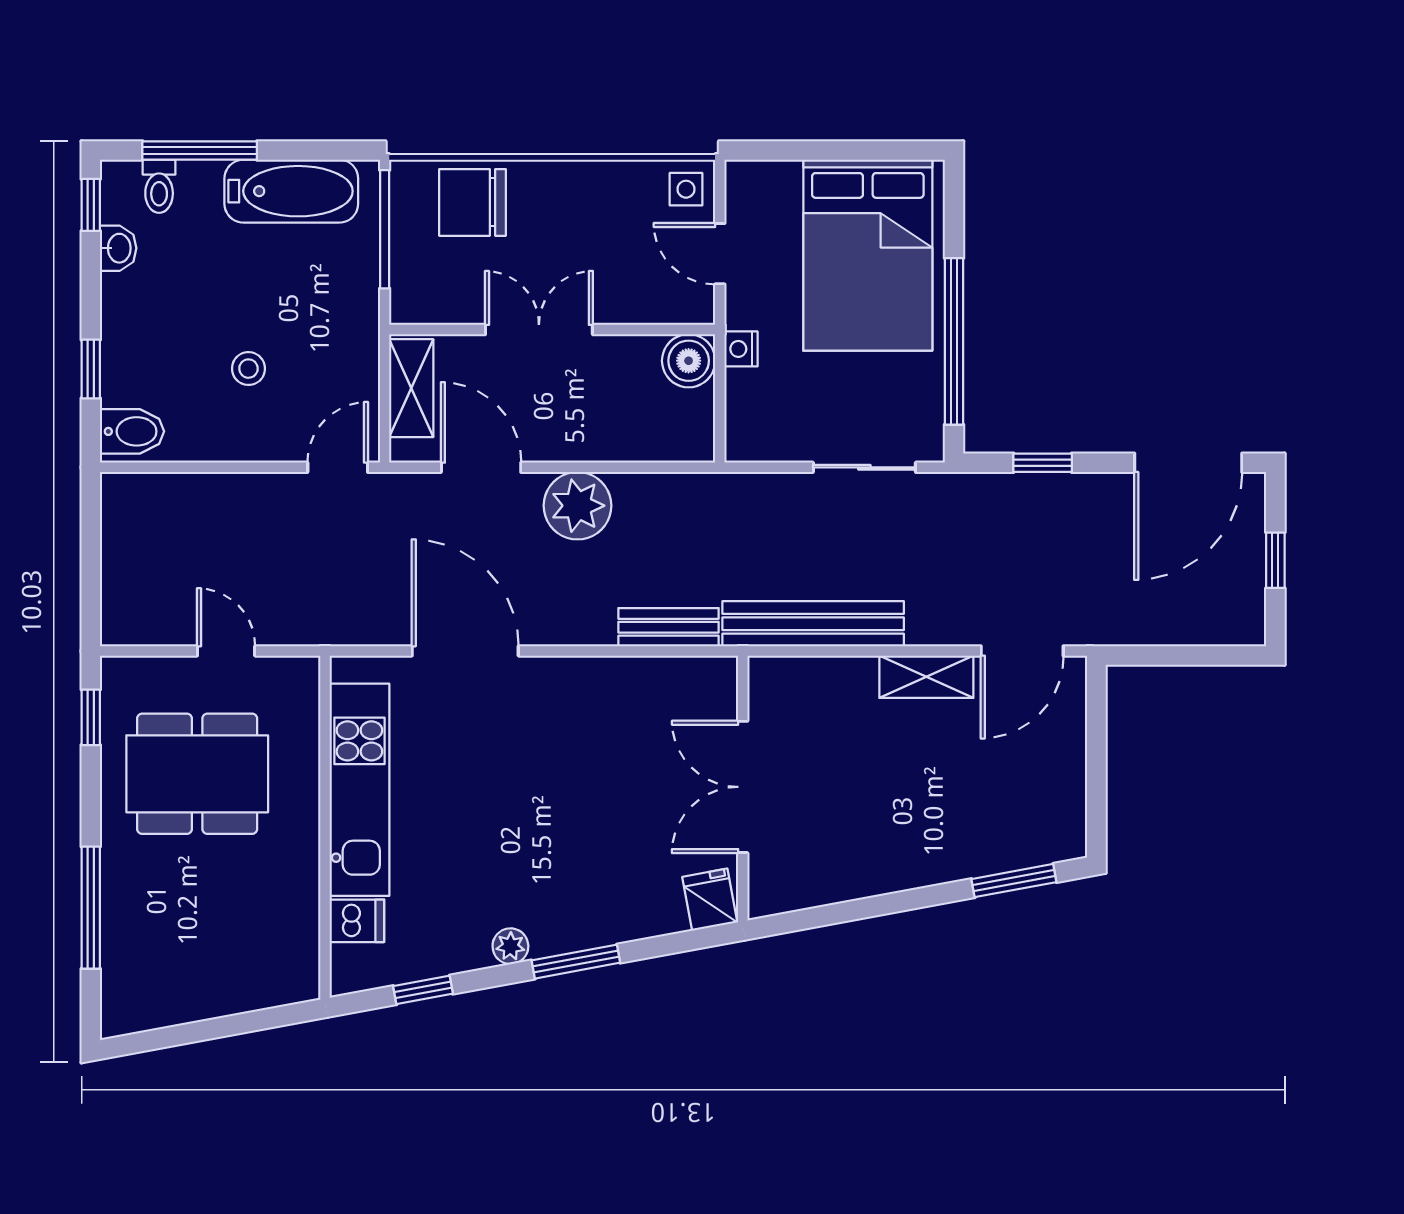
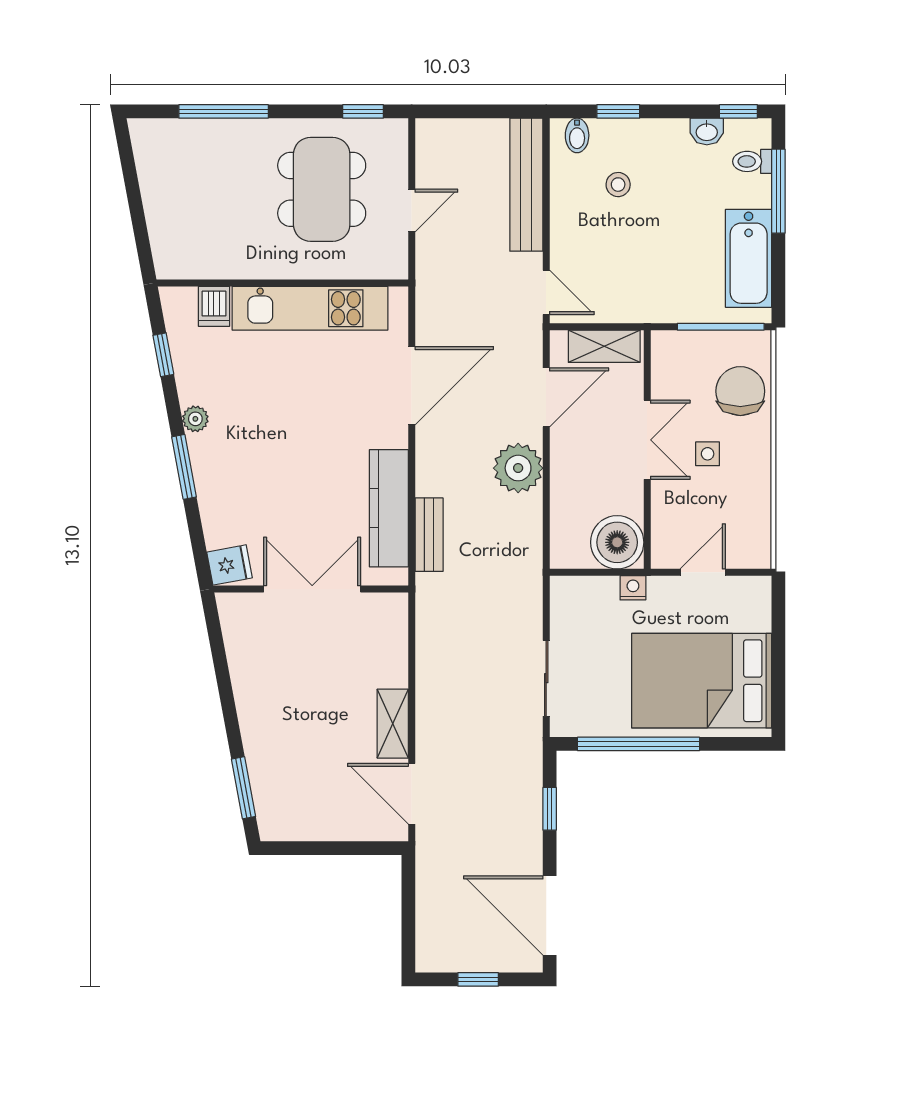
side table: (686, 189) -> (708, 454), moved
boiler: (689, 361) -> (617, 542), width x1.37, depth x1.37
stool: (249, 369) -> (618, 185), moved
bidet: (132, 431) -> (577, 135), width x0.72, depth x0.74
bench: (813, 624) -> (526, 185), moved
kitchen counter: (632, 682) -> (389, 508), added

